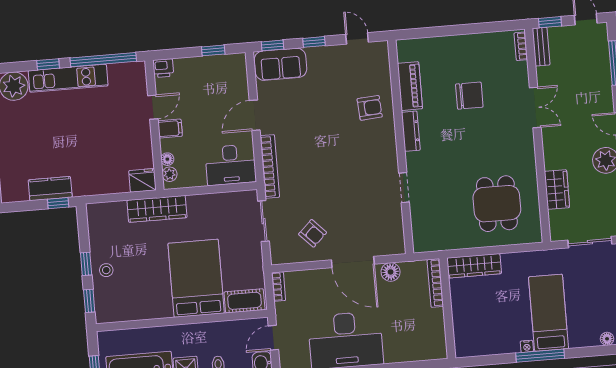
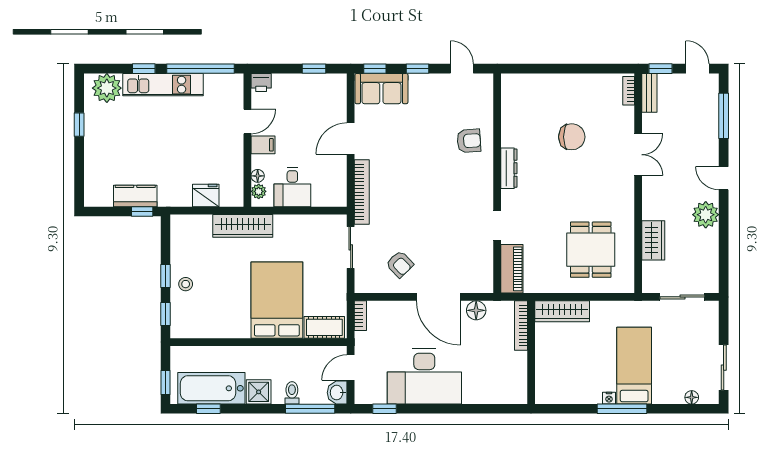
piano: (410, 86) -> (512, 269), moved
desk: (231, 165) -> (292, 187), moved, width x0.73
fridge: (142, 180) -> (206, 195), moved

